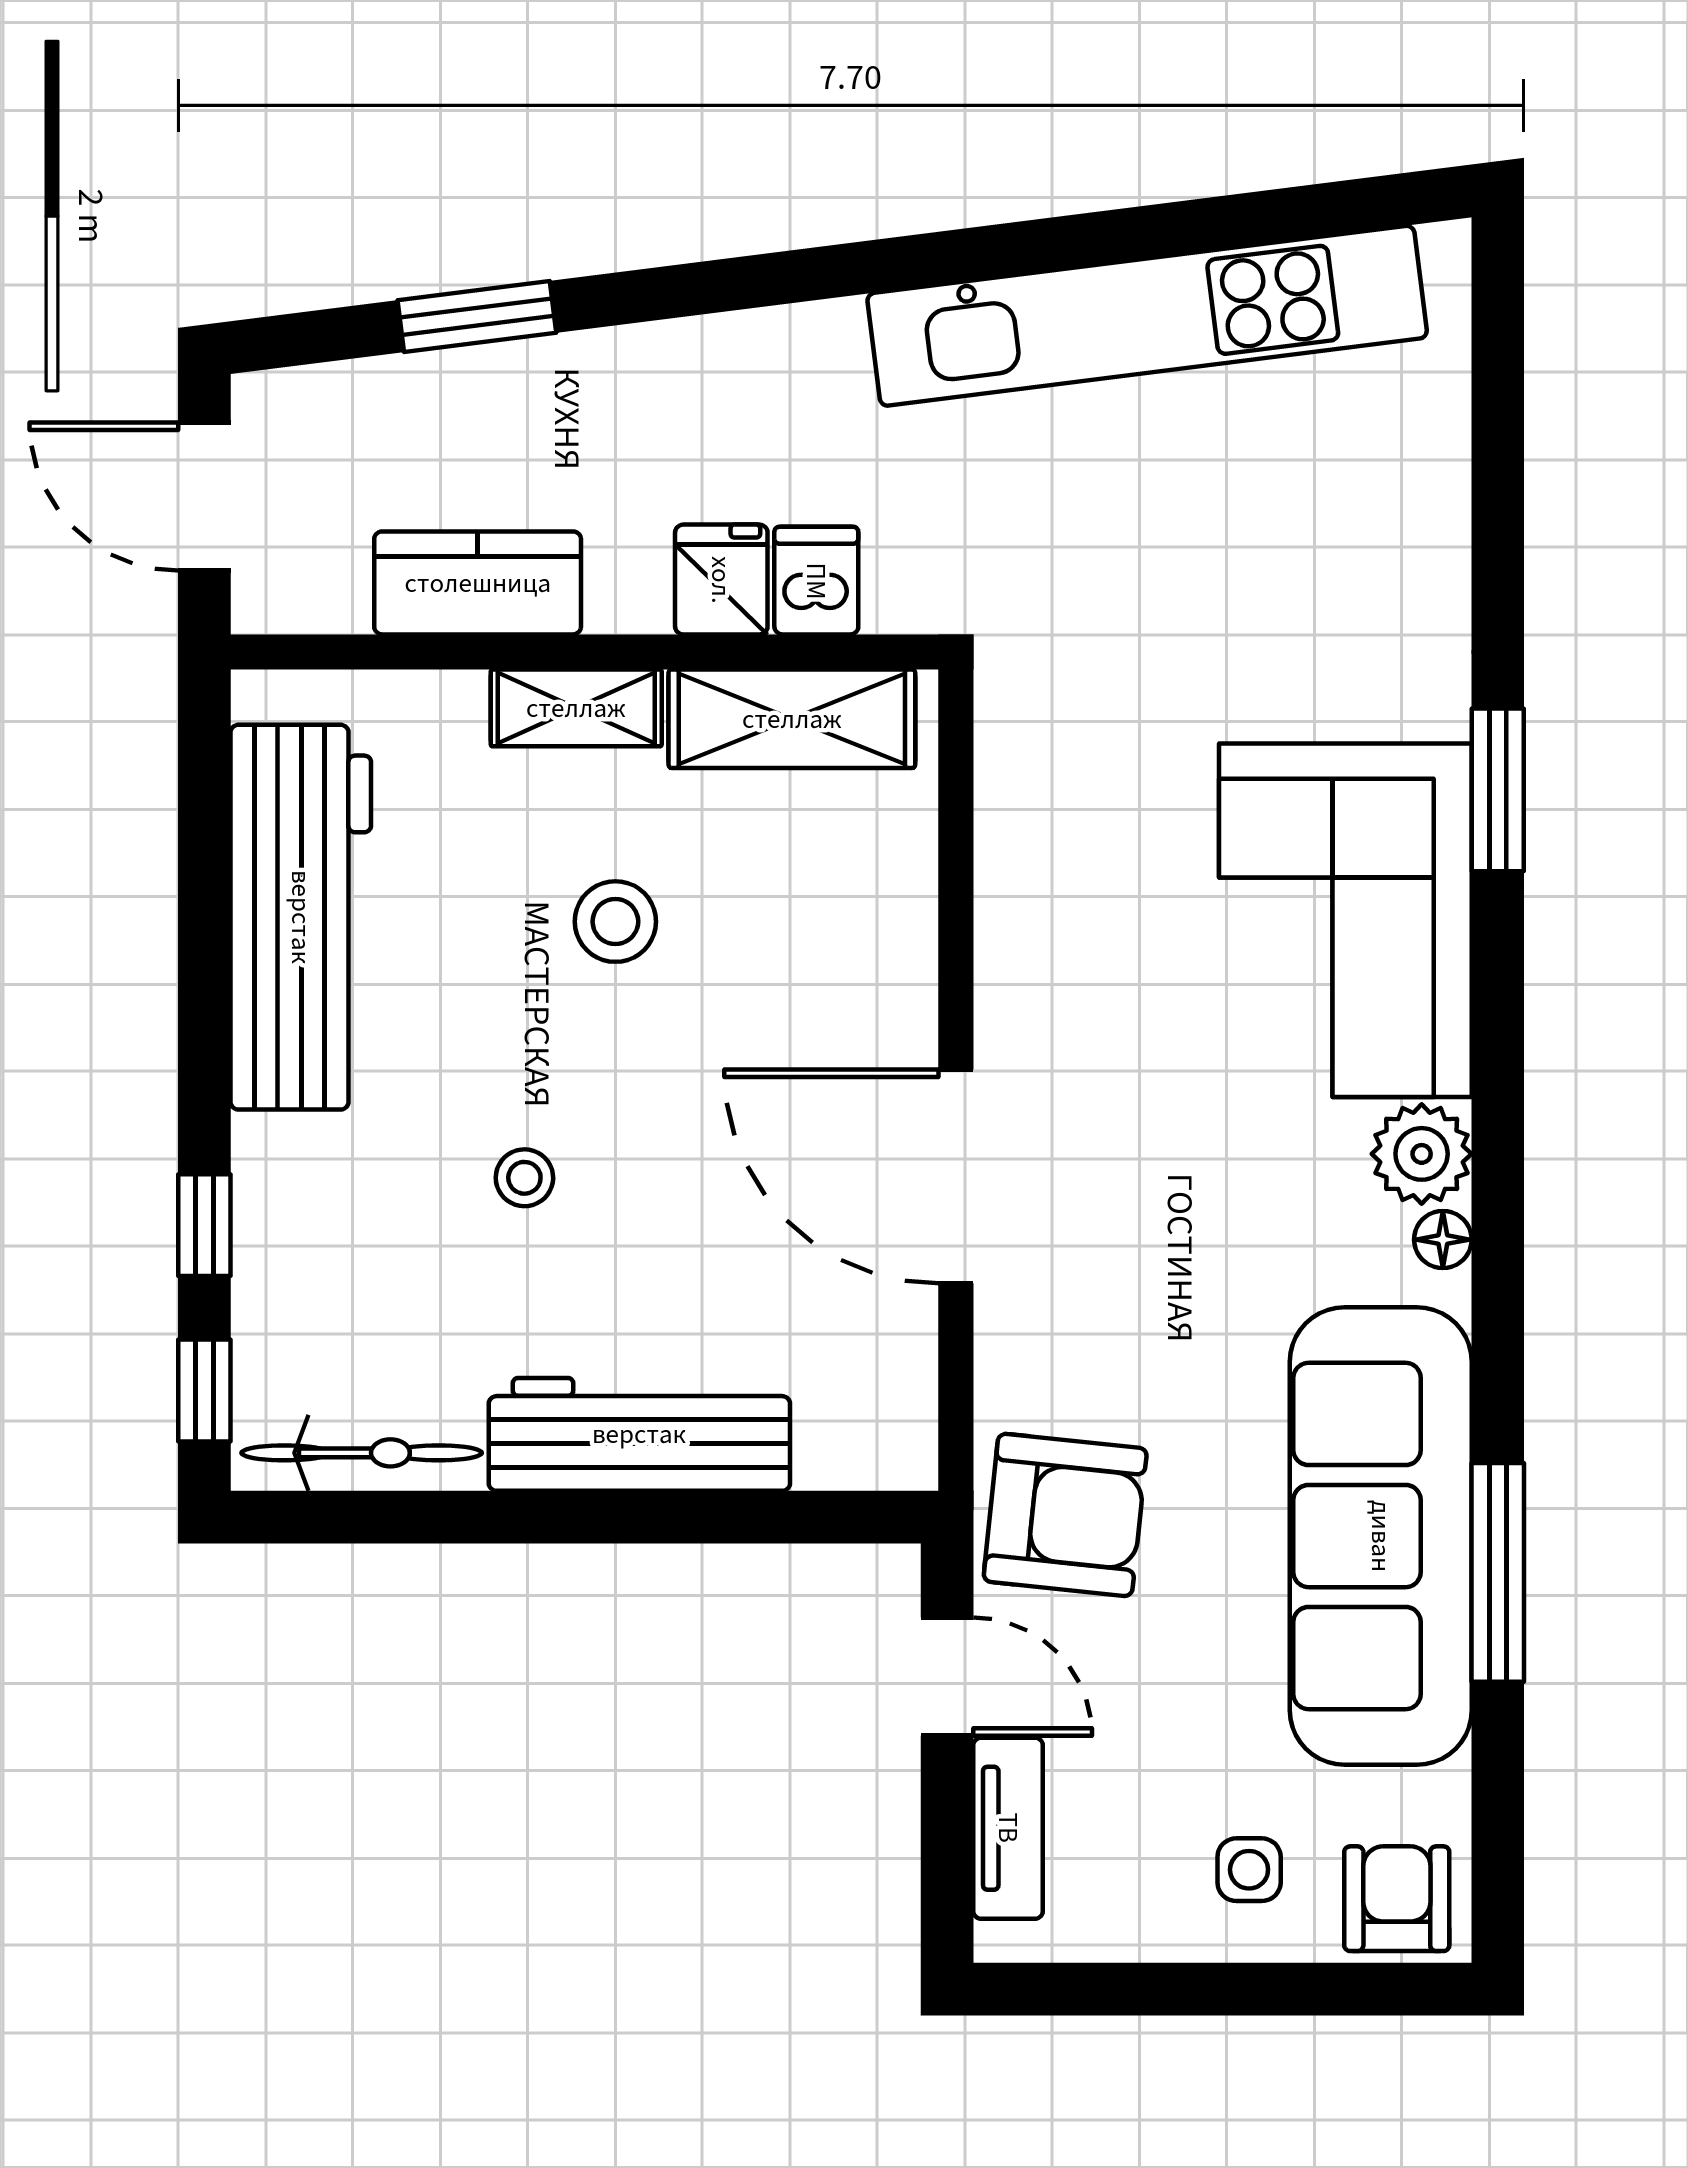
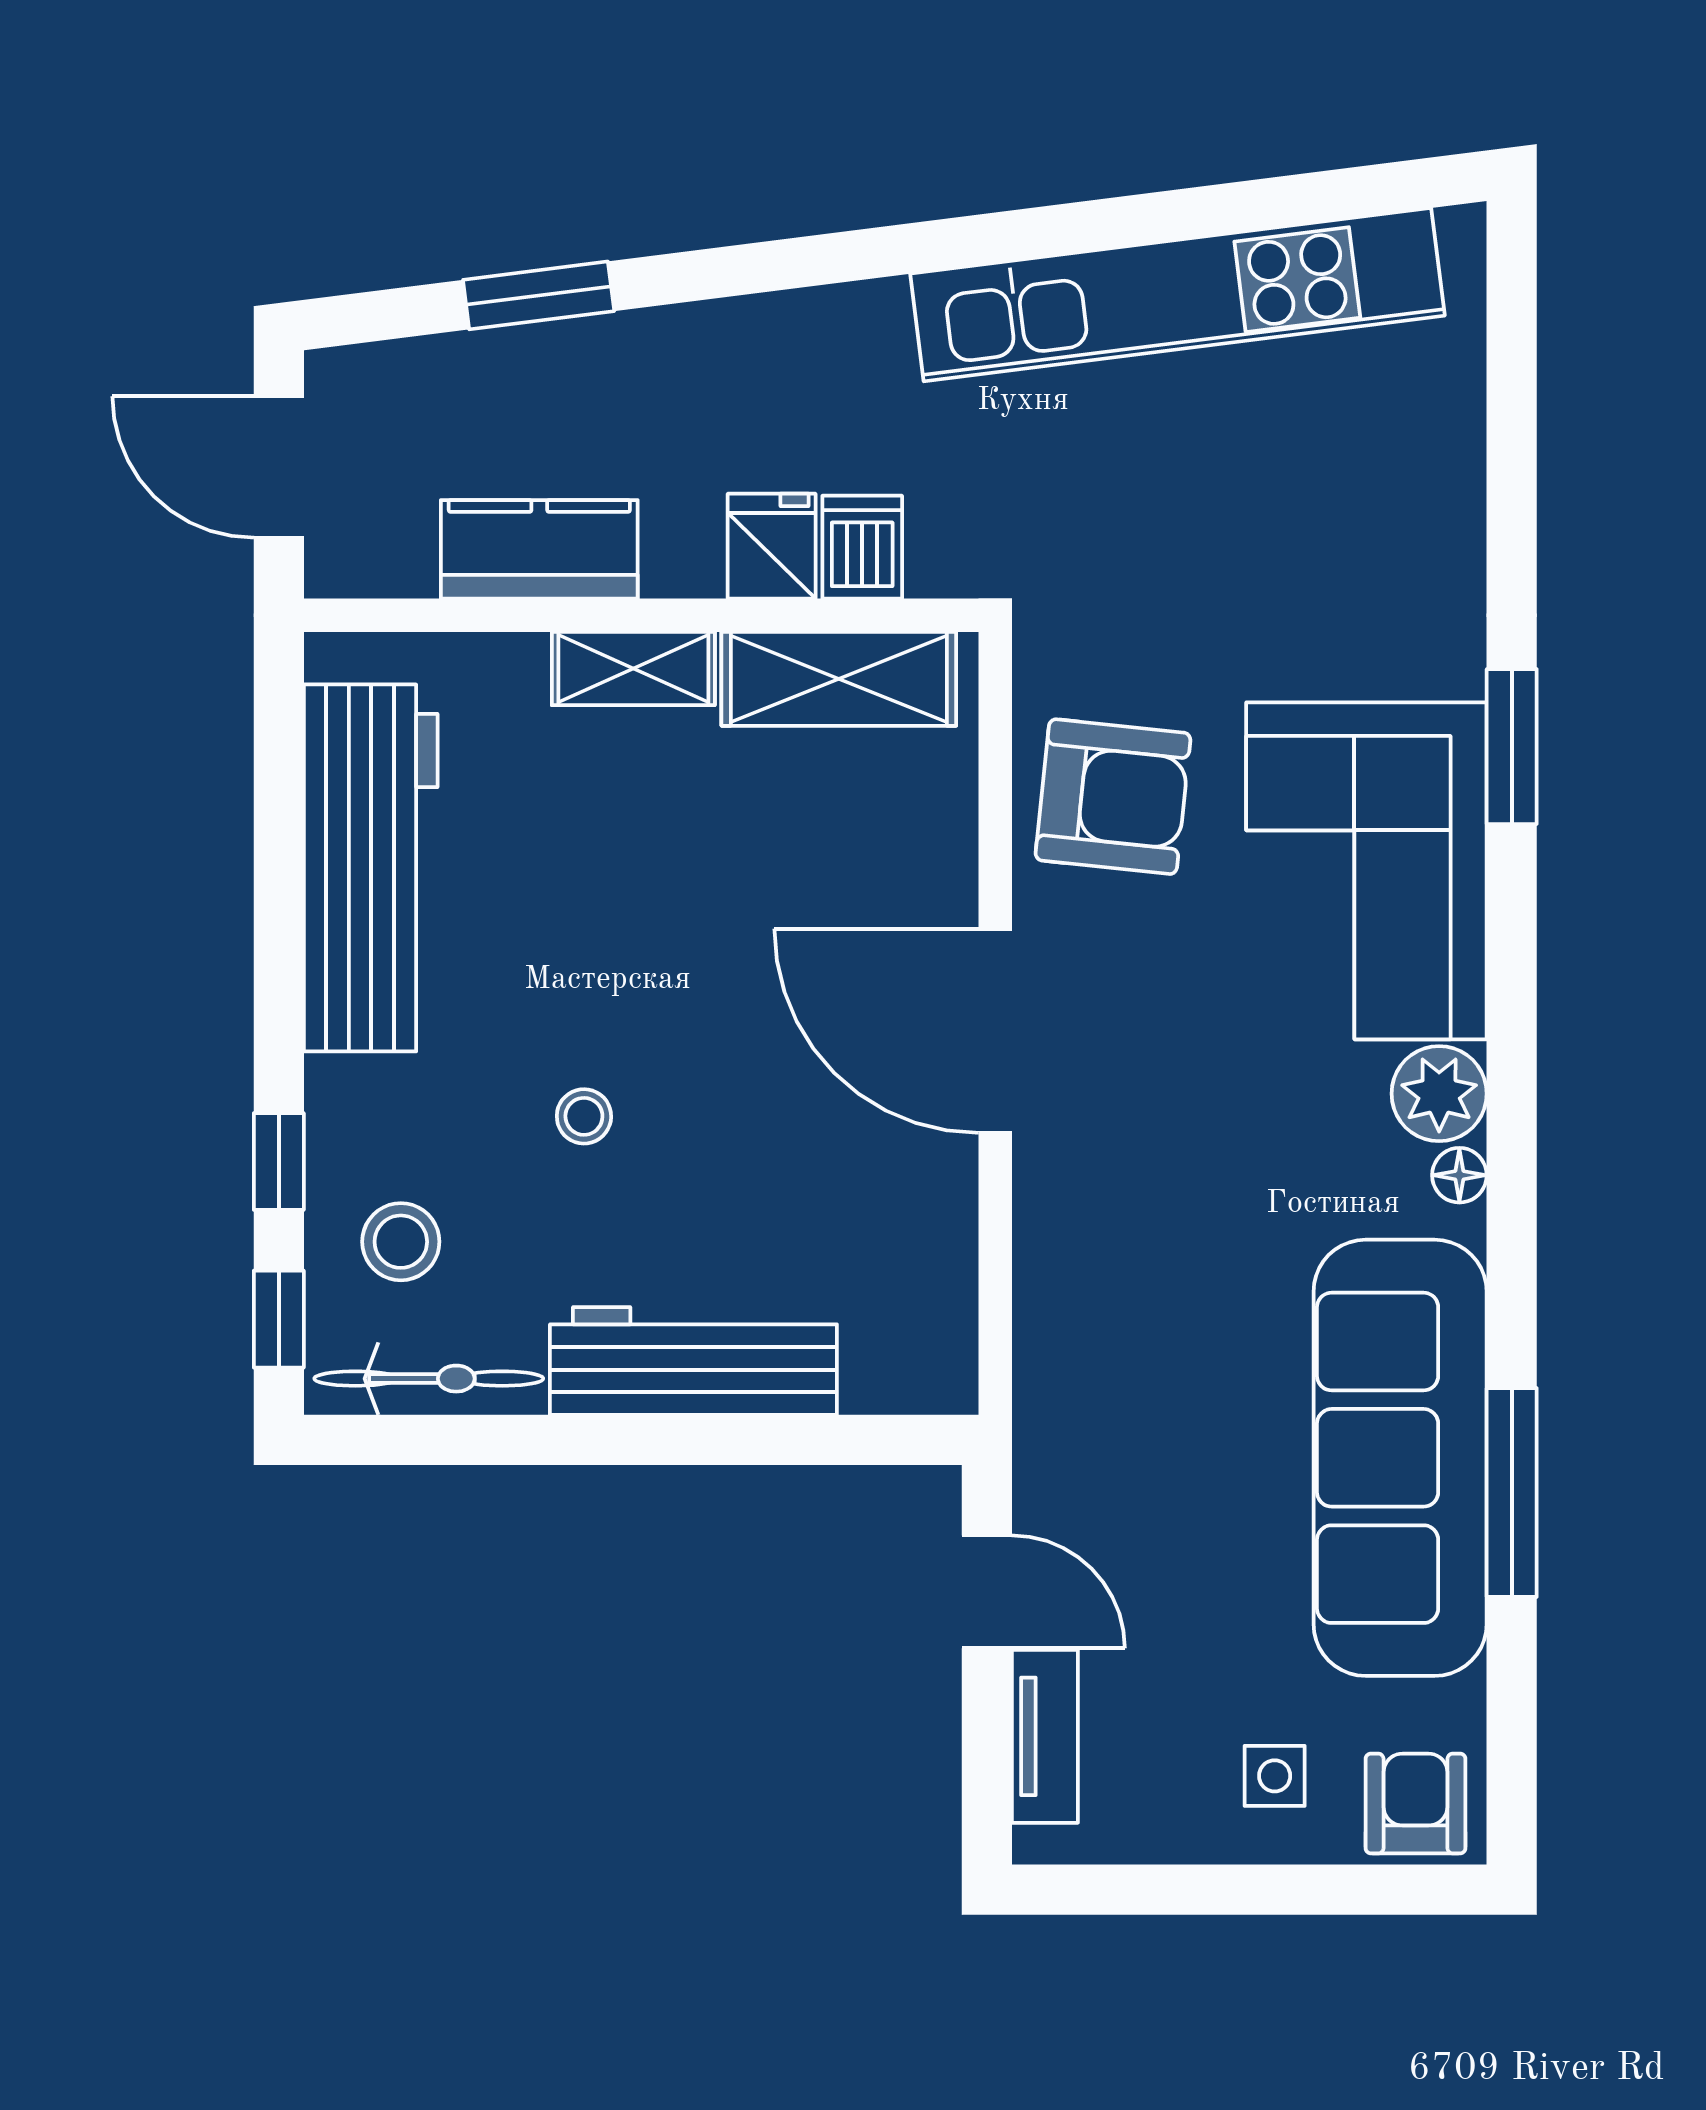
stool: (615, 922) -> (401, 1242), moved
door: (956, 1176) -> (995, 1031), moved
armchair: (1065, 1515) -> (1113, 797), moved

